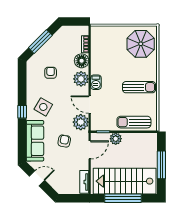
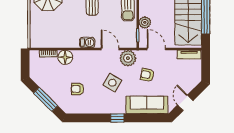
plant: (81, 79) -> (84, 58), removed
door: (90, 105) -> (110, 49), swing flipped
side table: (43, 107) -> (112, 83), moved

